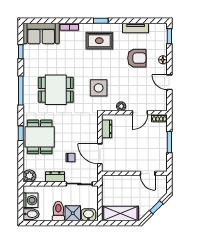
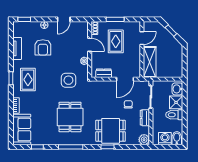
armchair: (137, 58) -> (43, 47), turned 180
rug: (144, 143) -> (116, 41), added
shelving: (120, 213) -> (150, 62), moved

